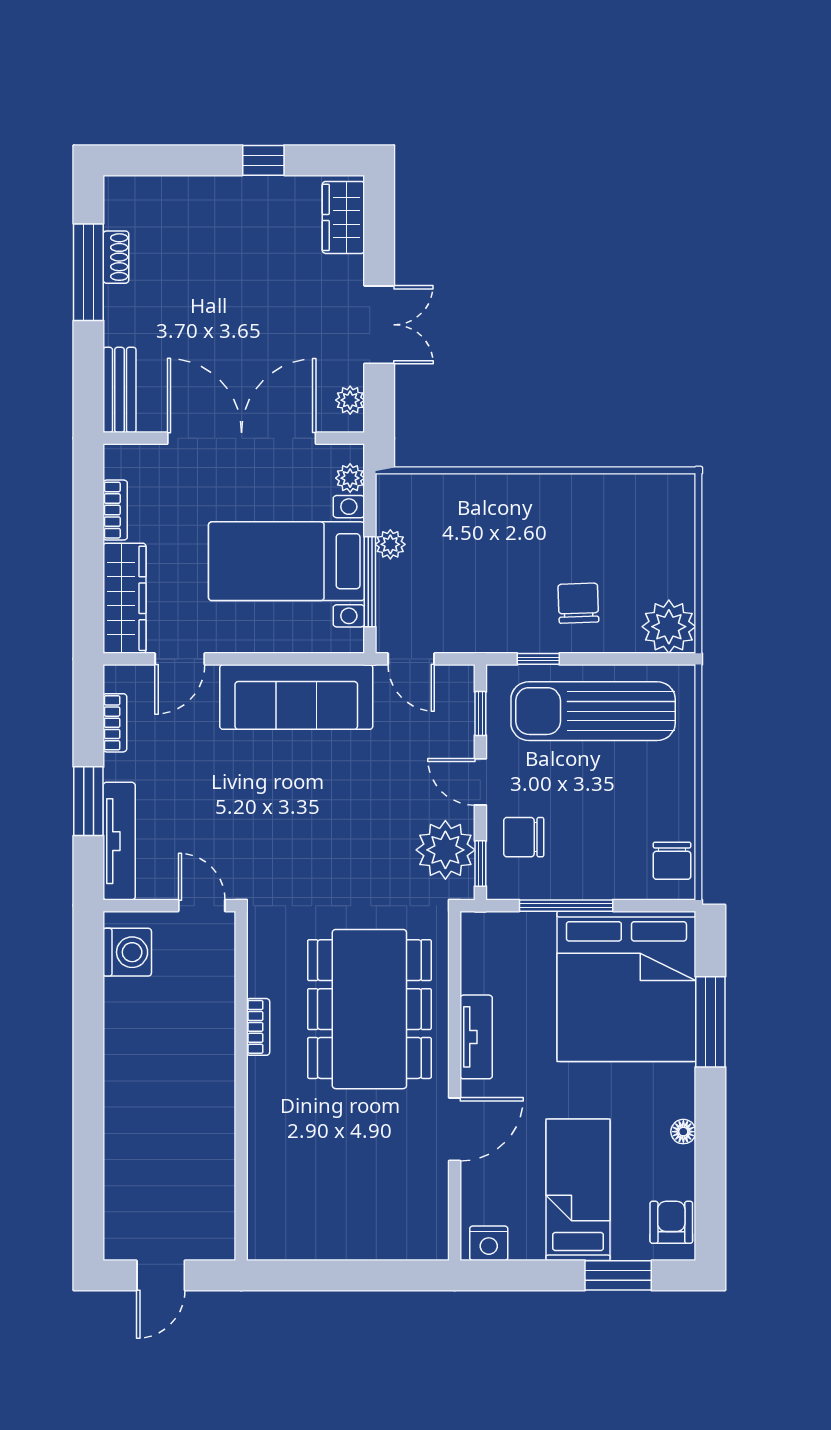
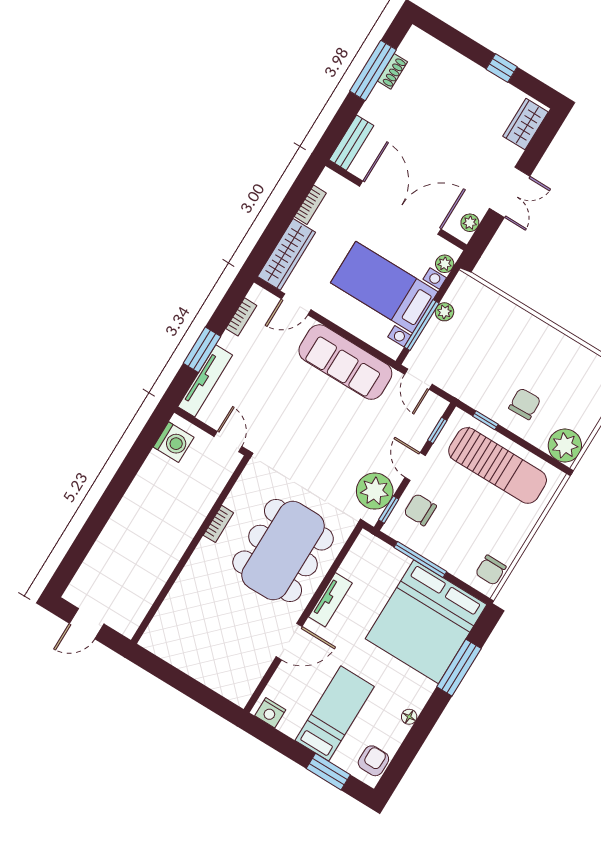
sun lounger: (593, 711) -> (498, 466), turned 180

